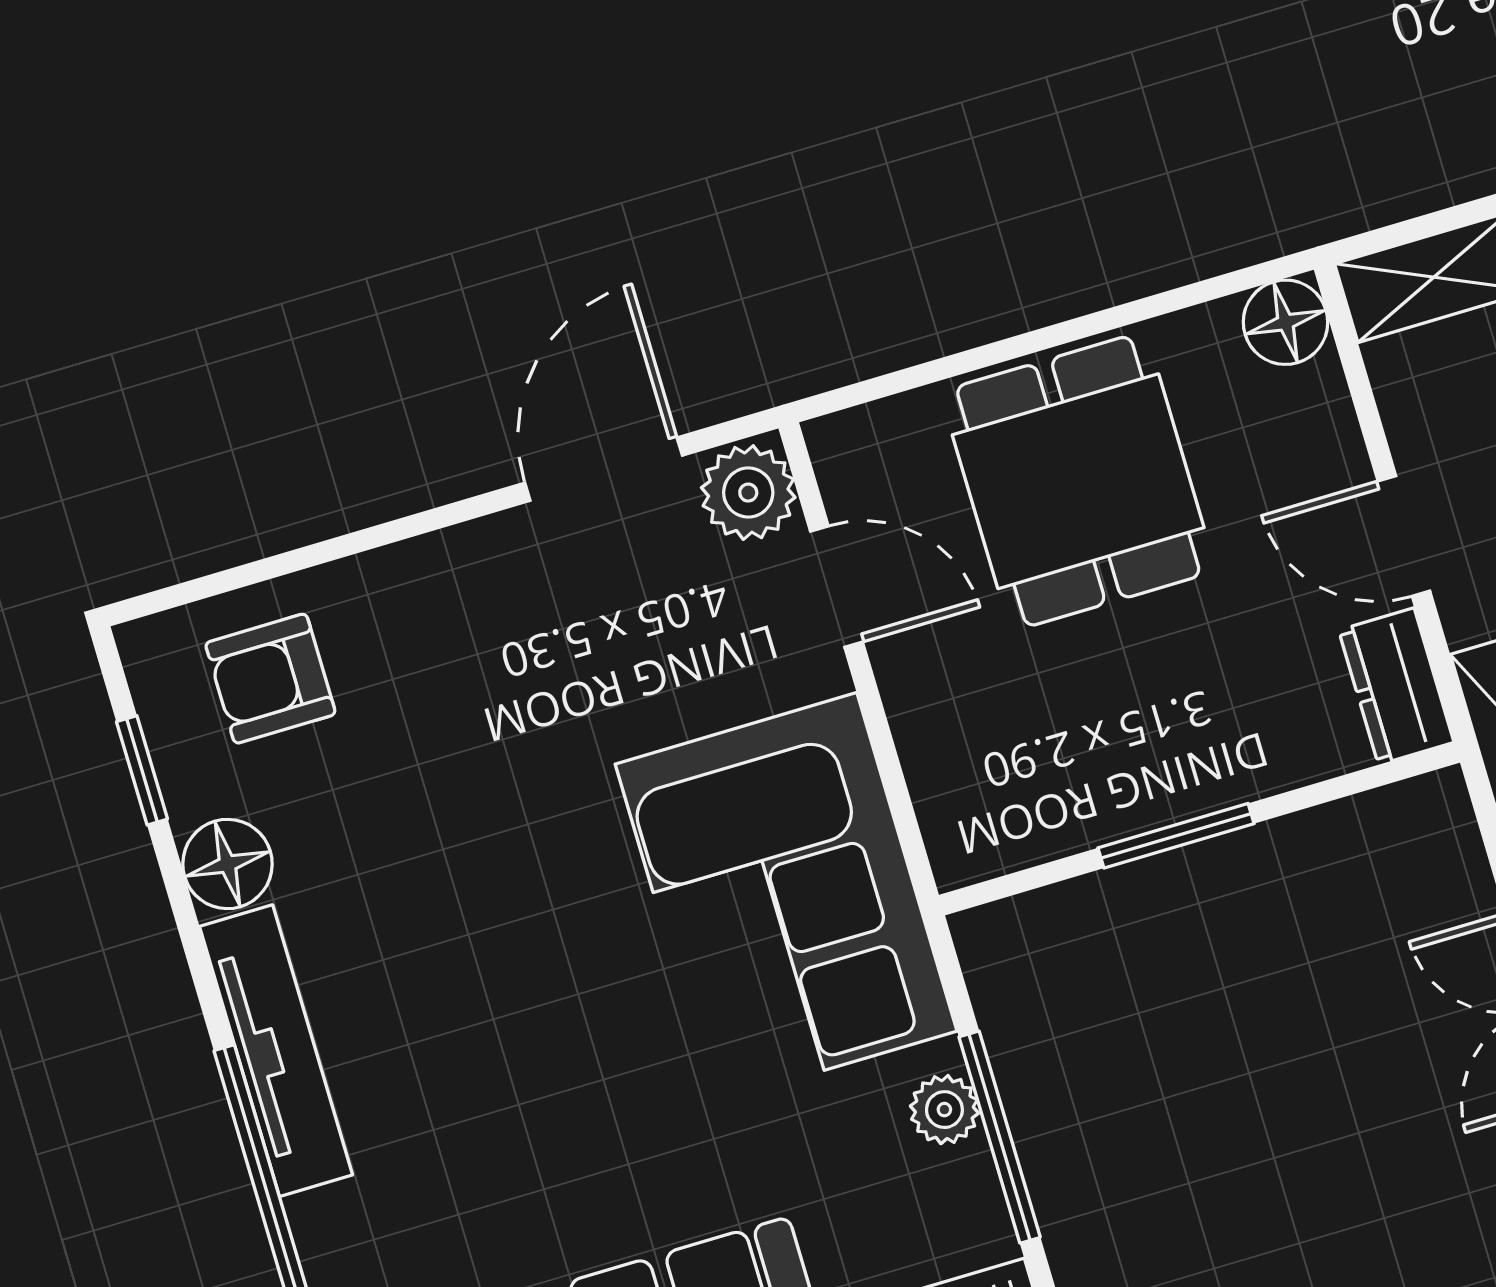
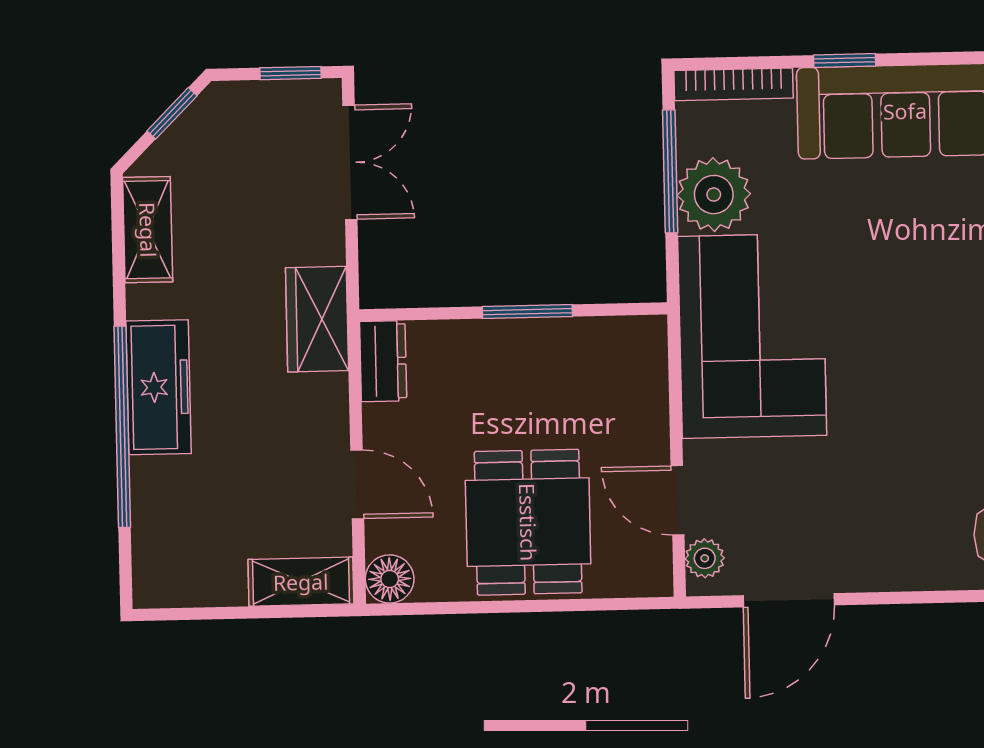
plant: (748, 493) -> (705, 558), width x0.73, depth x0.73
door: (1404, 536) -> (357, 484), moved
plant: (944, 1110) -> (714, 195), width x1.88, depth x1.88

